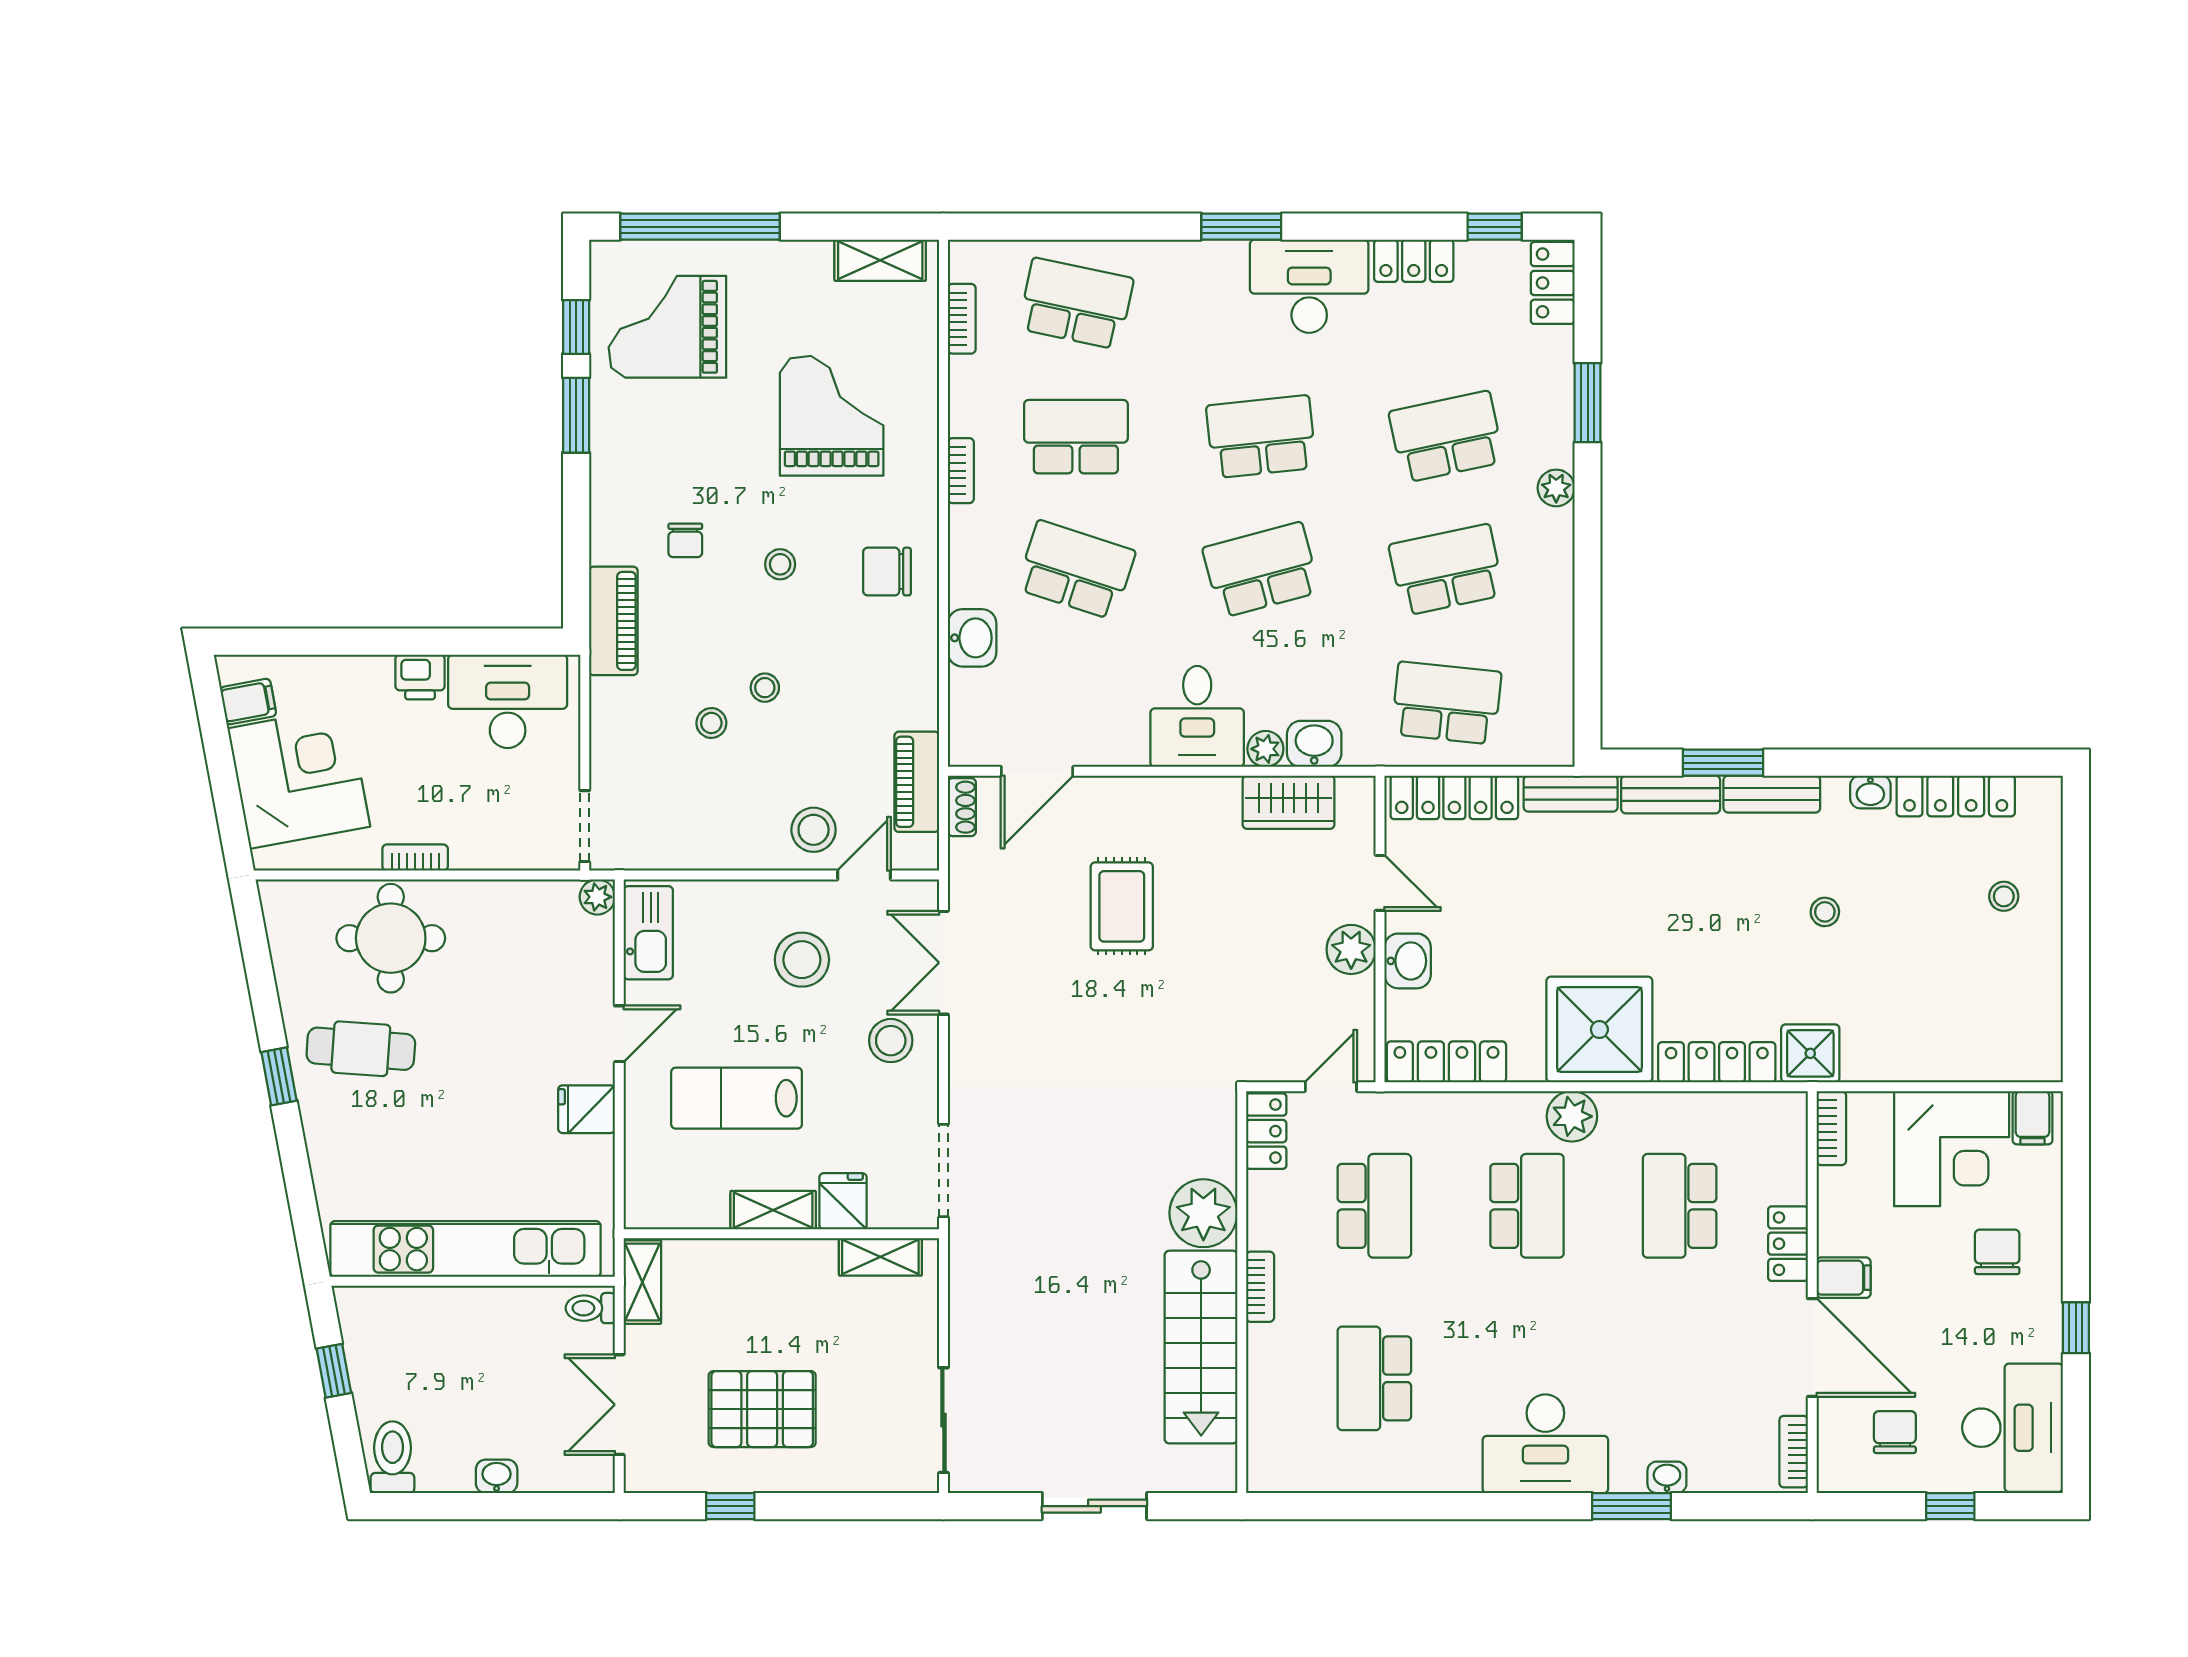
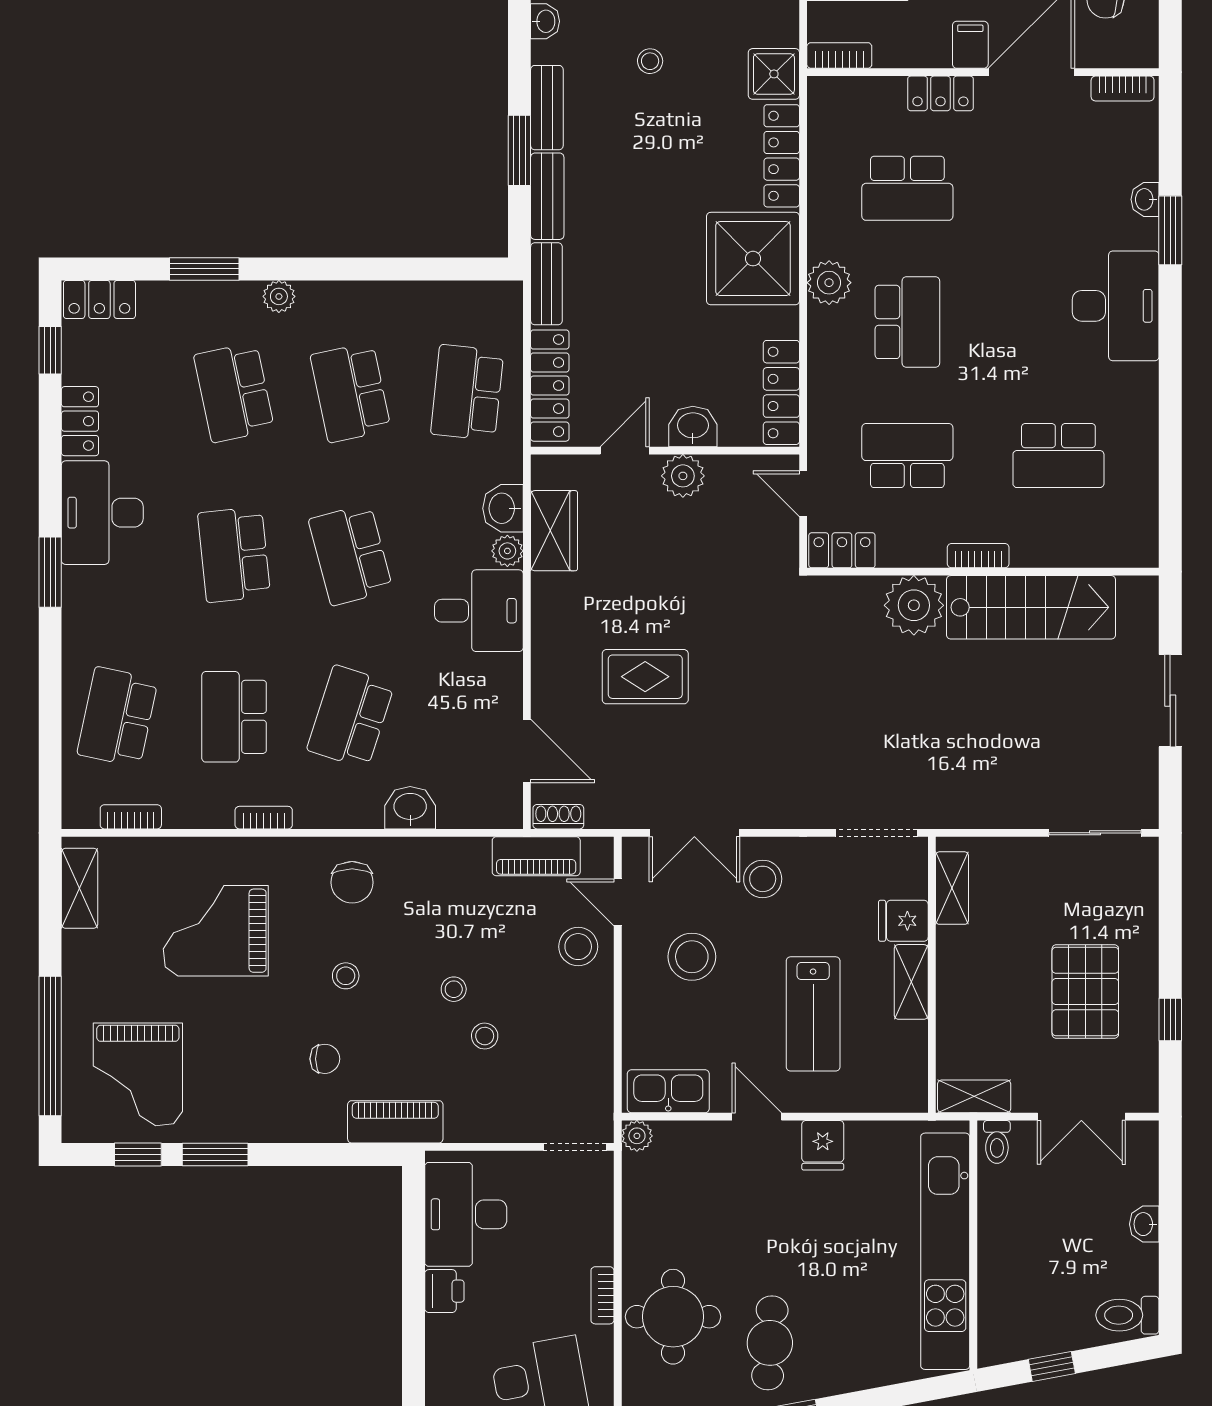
school desk: (1527, 1206) -> (907, 322), turned 90

